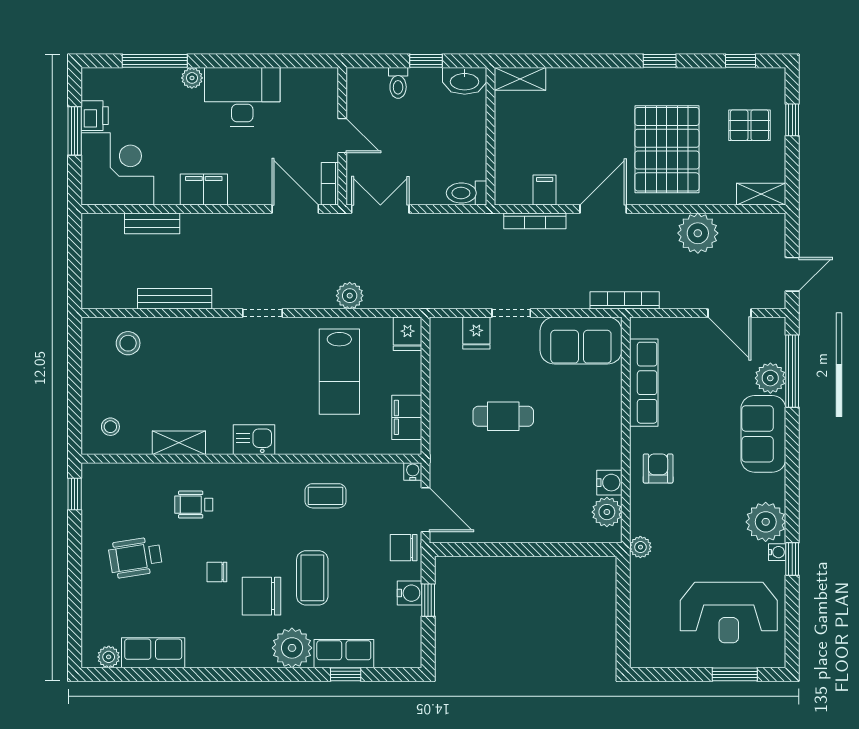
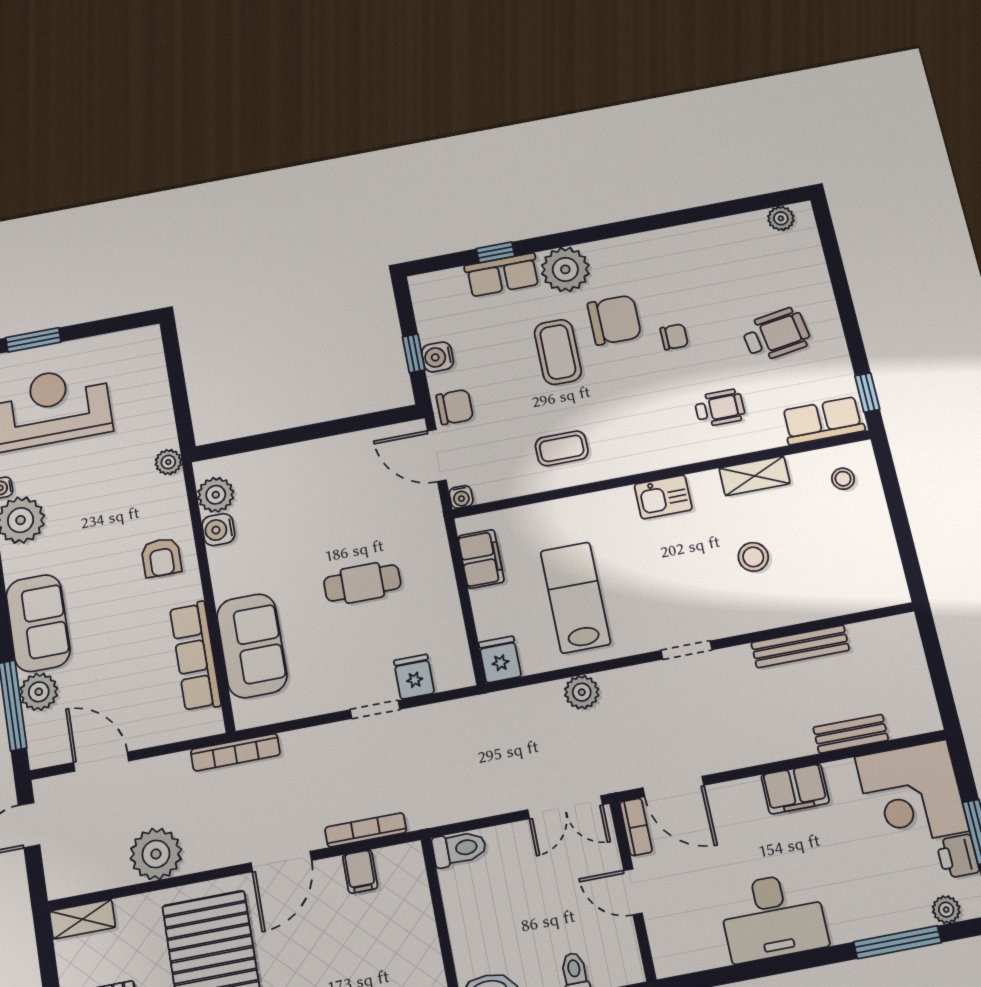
plant: (192, 78) -> (946, 910), moved
sofa: (581, 341) -> (252, 646), moved, turned 90
stool: (128, 343) -> (753, 557), moved
row of seats: (153, 653) -> (823, 421), moved, turned 180

